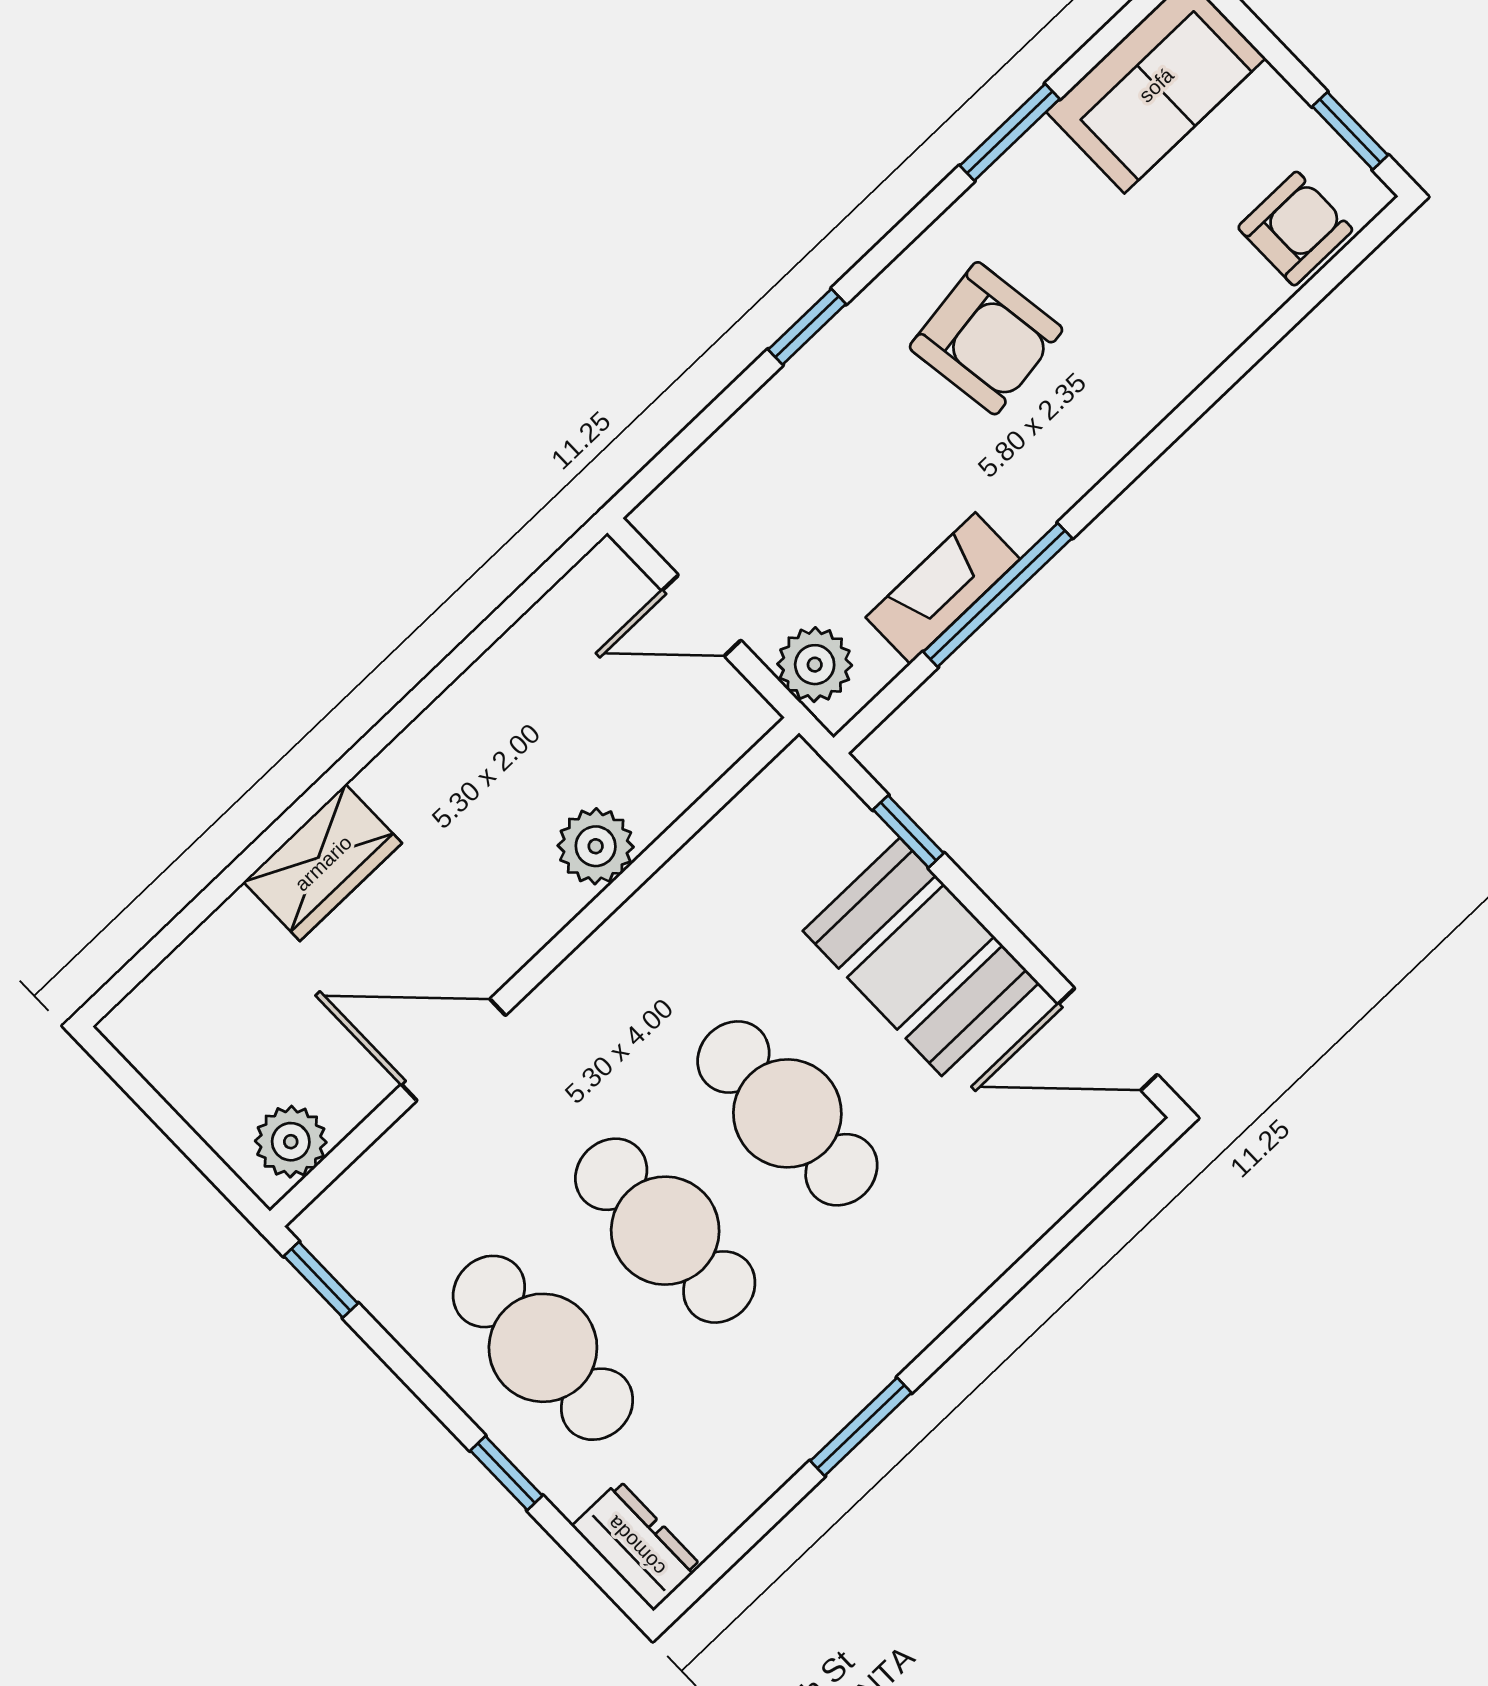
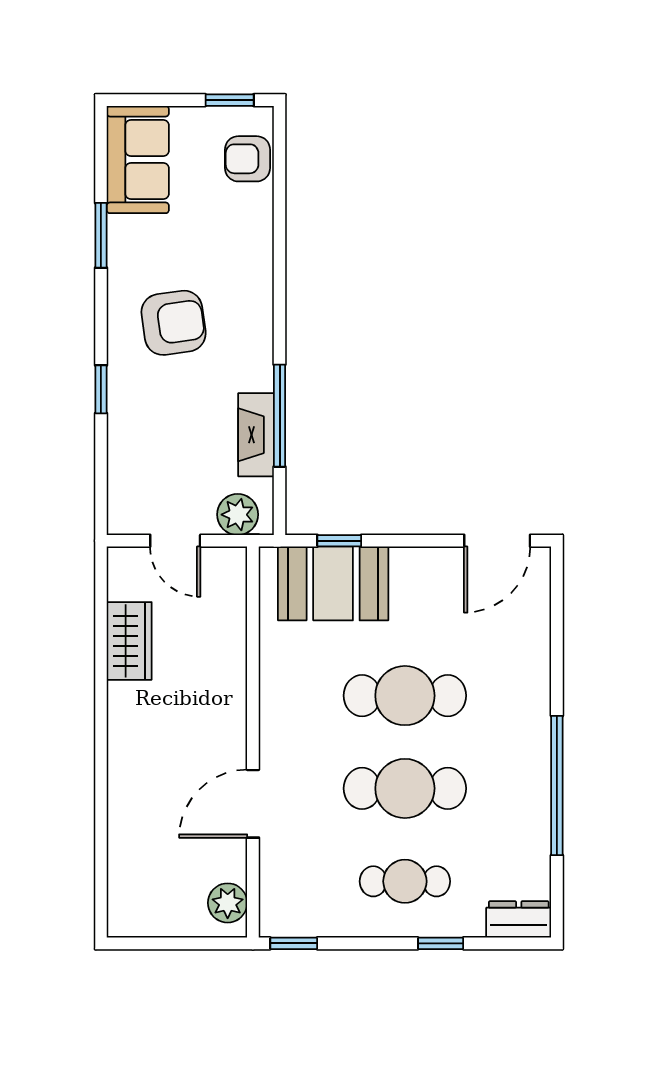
armchair: (1295, 229) -> (247, 159), turned -90
door: (701, 615) -> (175, 541), hinge flipped
plant: (596, 846) -> (226, 670), removed
wardrobe: (323, 863) -> (129, 641), moved
booth: (921, 957) -> (333, 583), moved
cafe table: (543, 1348) -> (405, 881), width x0.73, depth x0.74
window: (861, 1427) -> (557, 786), width x2.11

